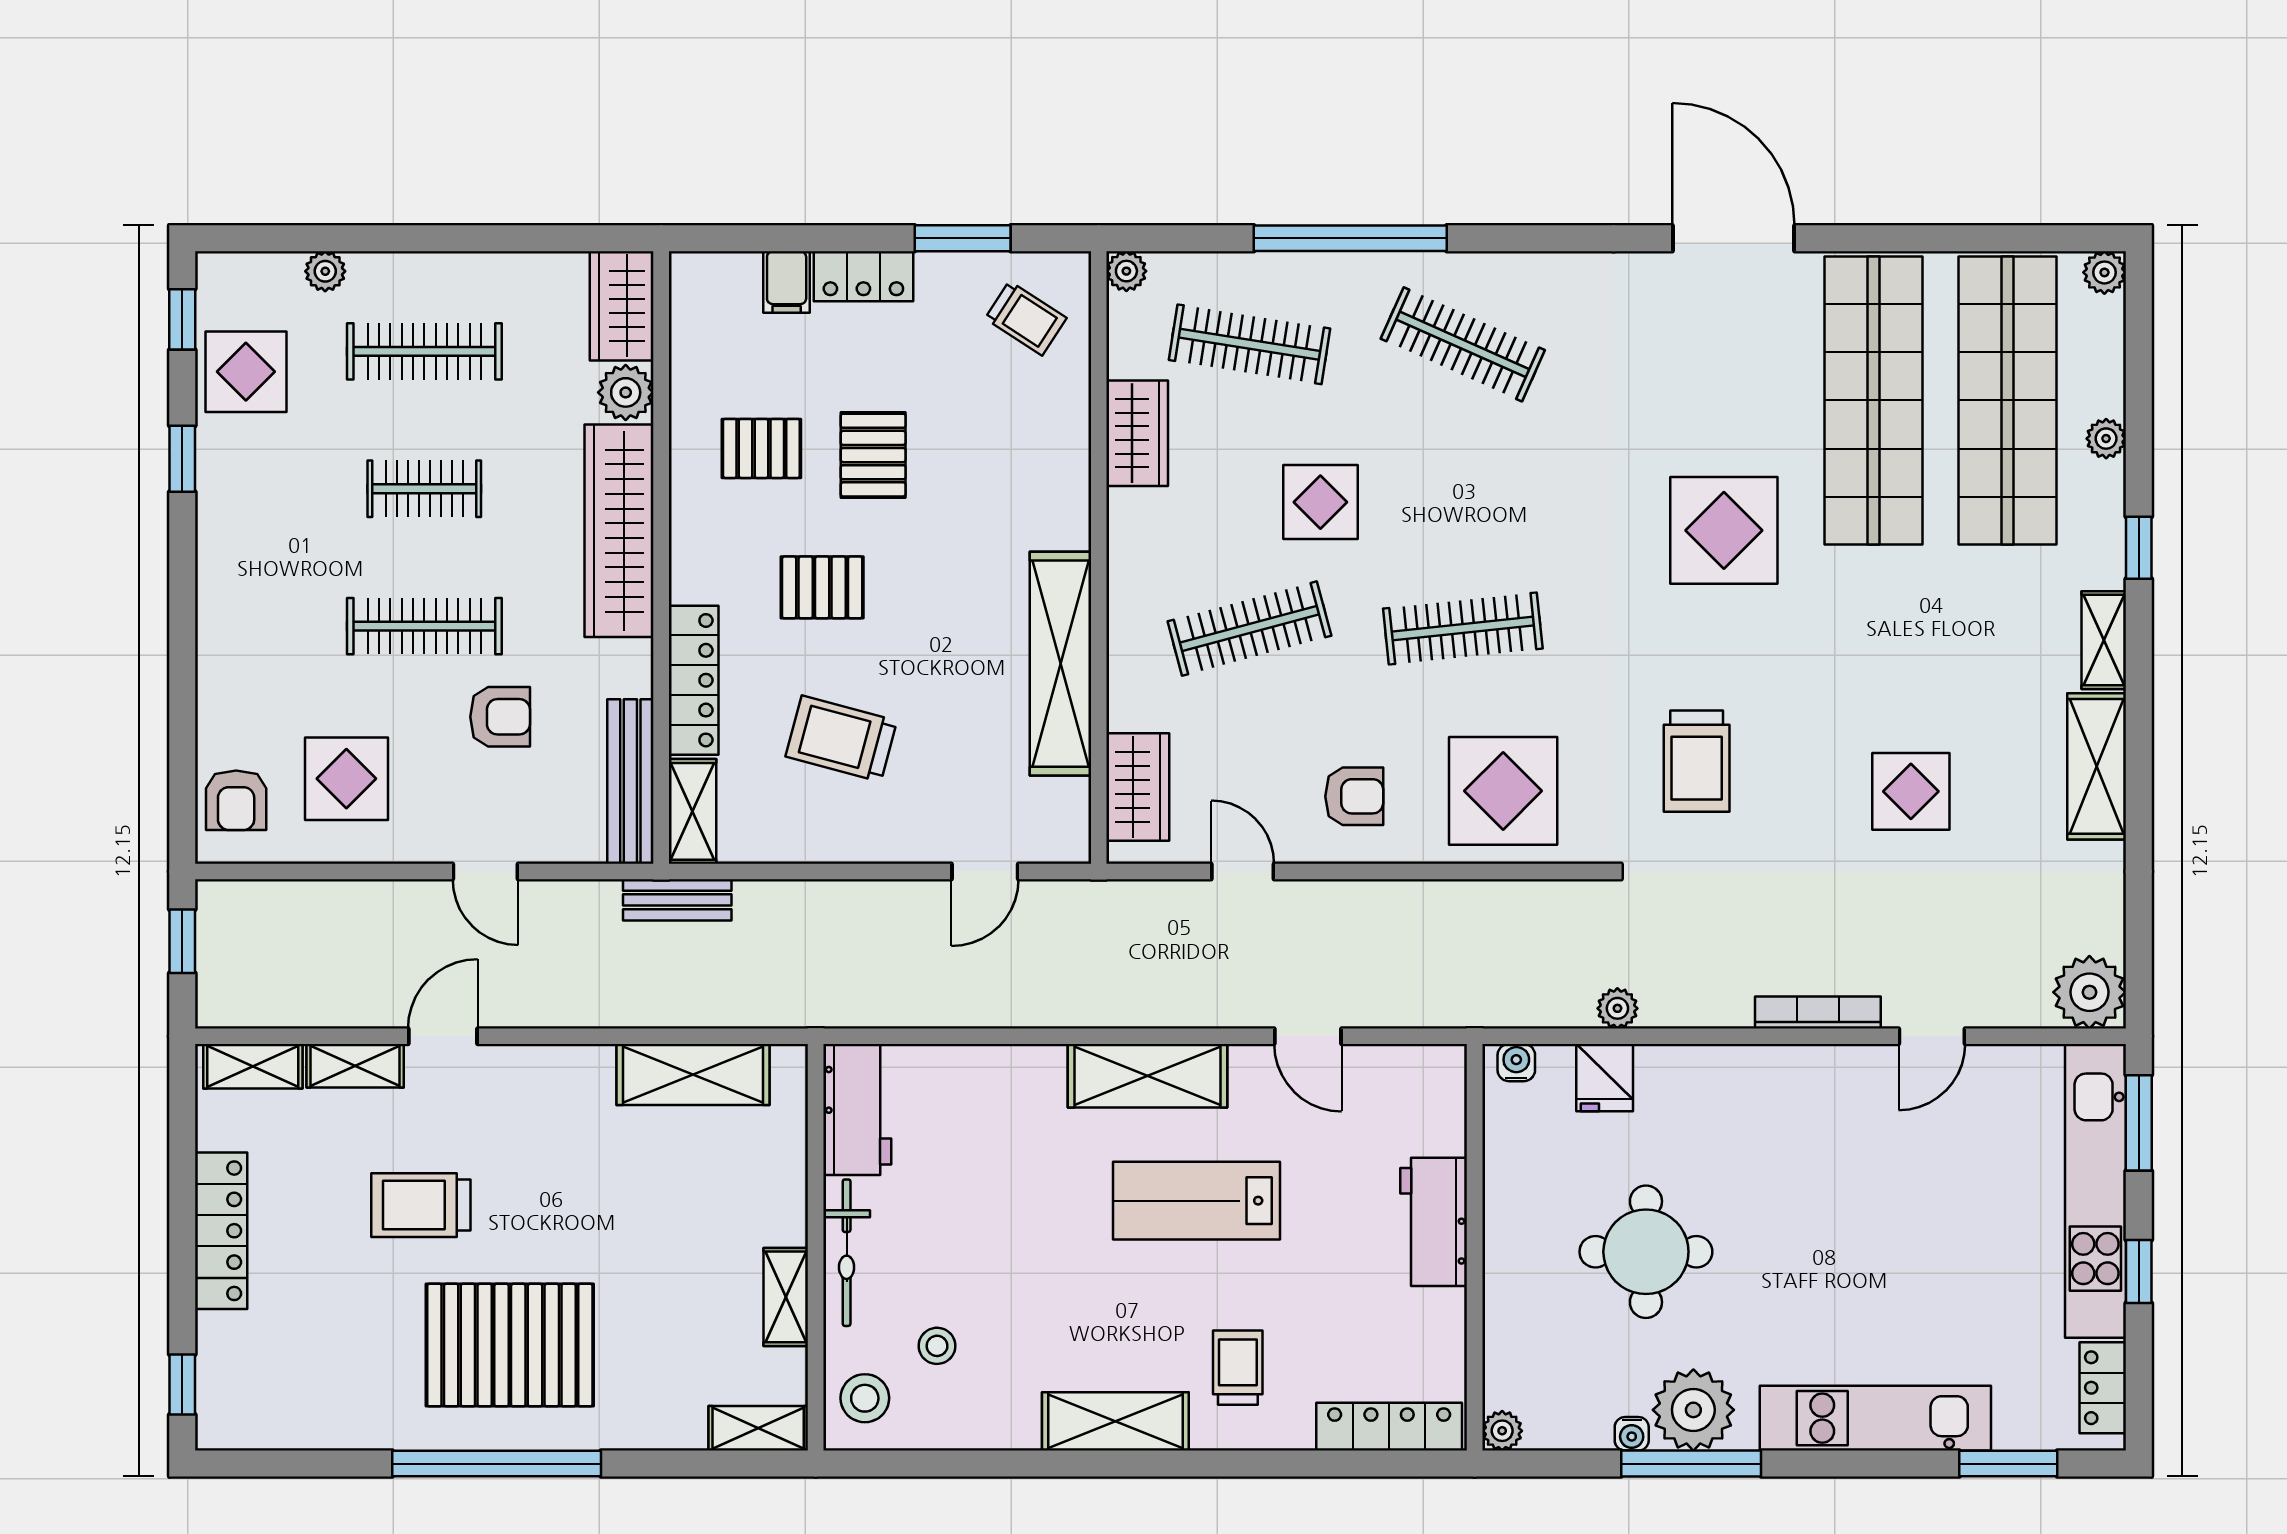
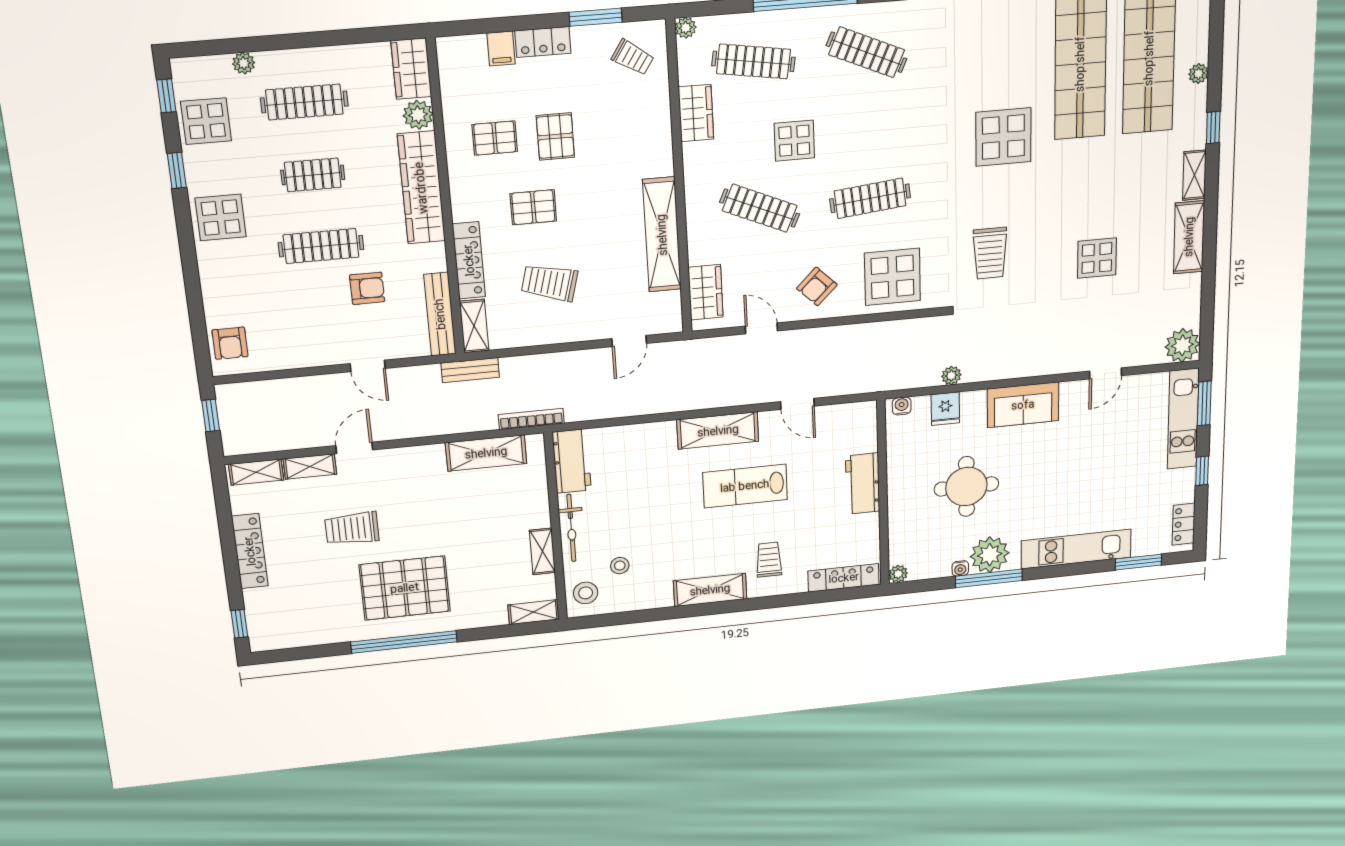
clothes rail: (1249, 629) -> (760, 208), turned 39
display table: (346, 779) -> (221, 217), moved
armchair: (1354, 796) -> (817, 287), turned 135
bookcase: (1818, 1012) -> (531, 419), moved
sofa: (1763, 1086) -> (1023, 405), added
kitchen unit: (2095, 1191) -> (1183, 419), width x0.73

